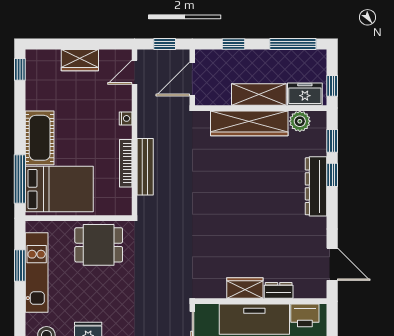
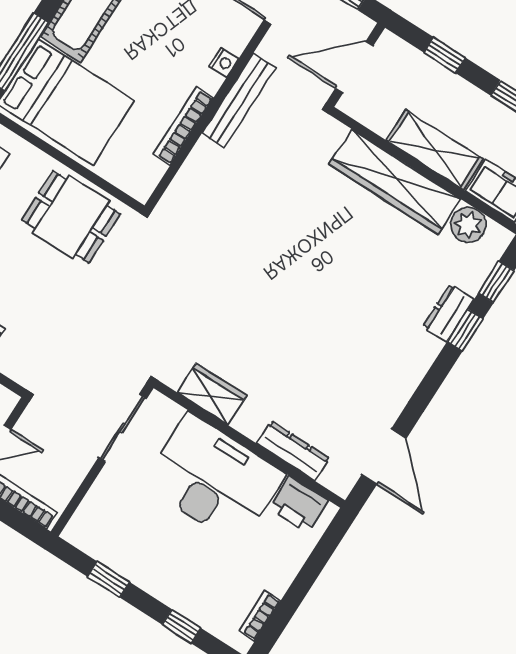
bench: (145, 167) -> (239, 100), moved
dresser: (316, 186) -> (448, 313), width x0.51, depth x0.80
wardrobe: (245, 288) -> (212, 394), moved
dresser: (279, 290) -> (293, 451), width x1.44

